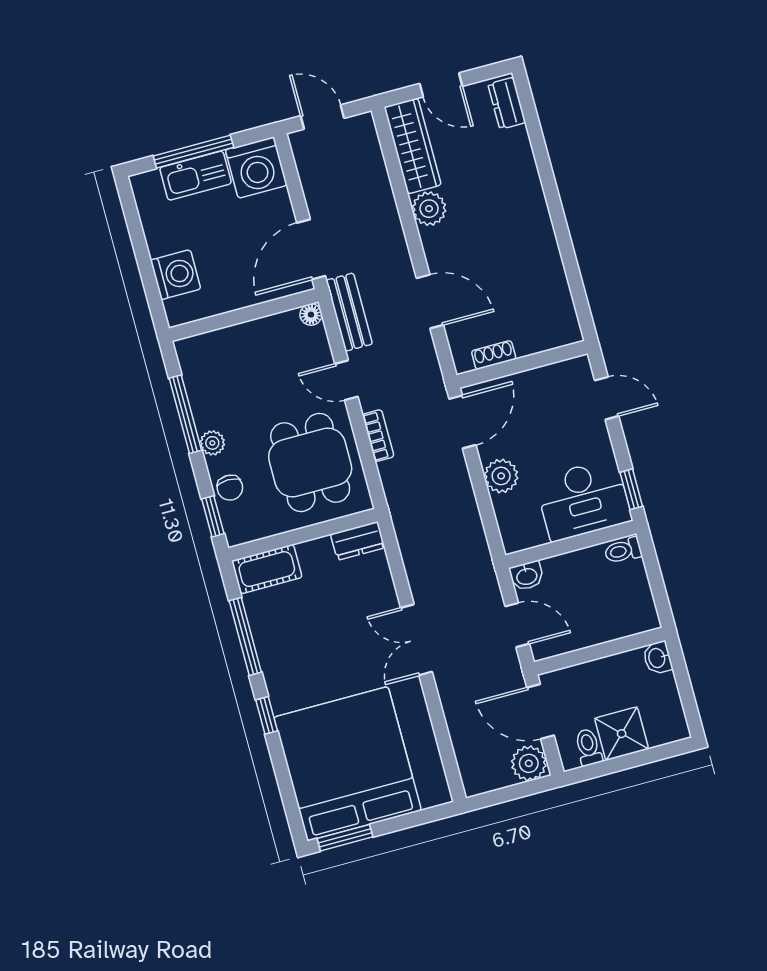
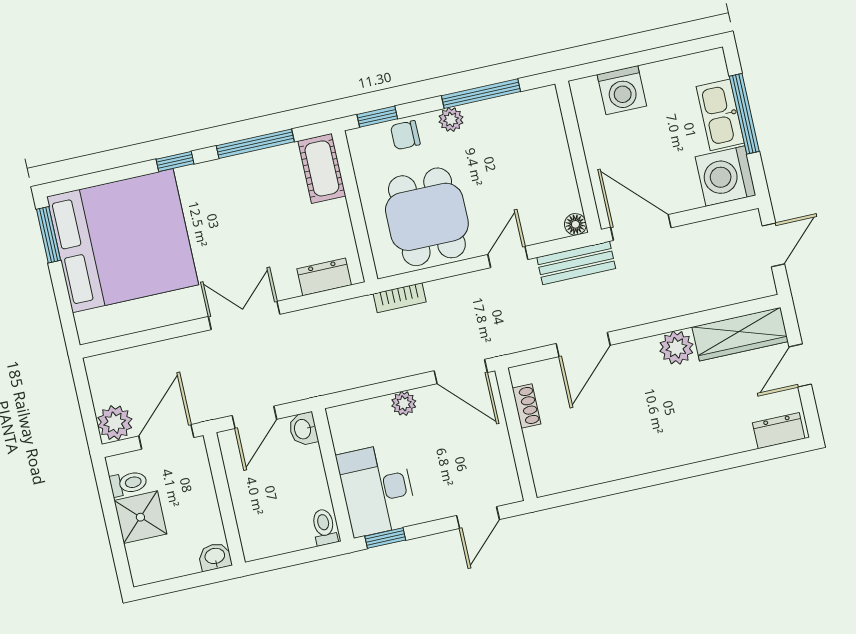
bookcase: (378, 436) -> (400, 298), moved
dining table: (310, 463) -> (427, 217), turned 90
plant: (501, 476) -> (404, 403), width x0.73, depth x0.73
dresser: (358, 541) -> (324, 277), moved, turned 90

